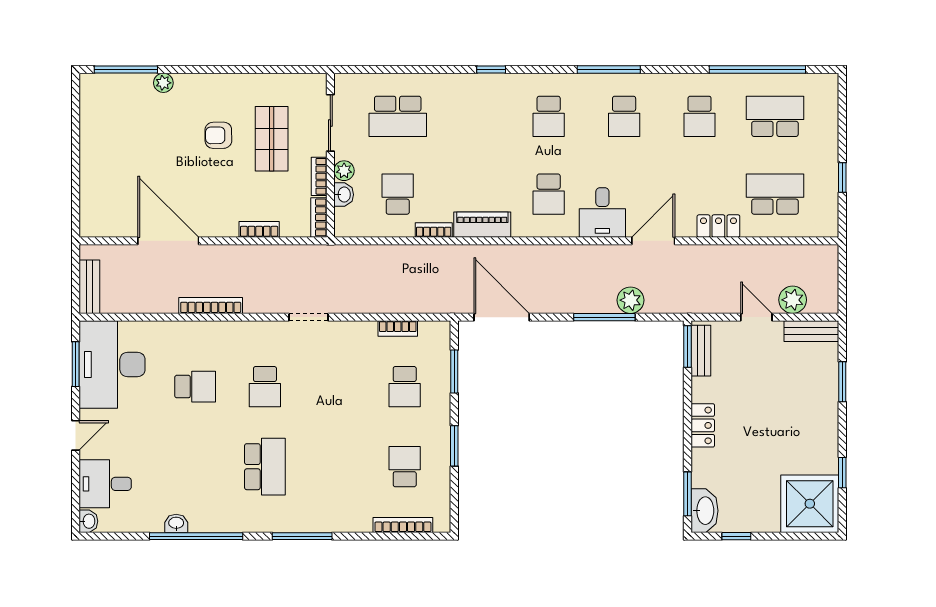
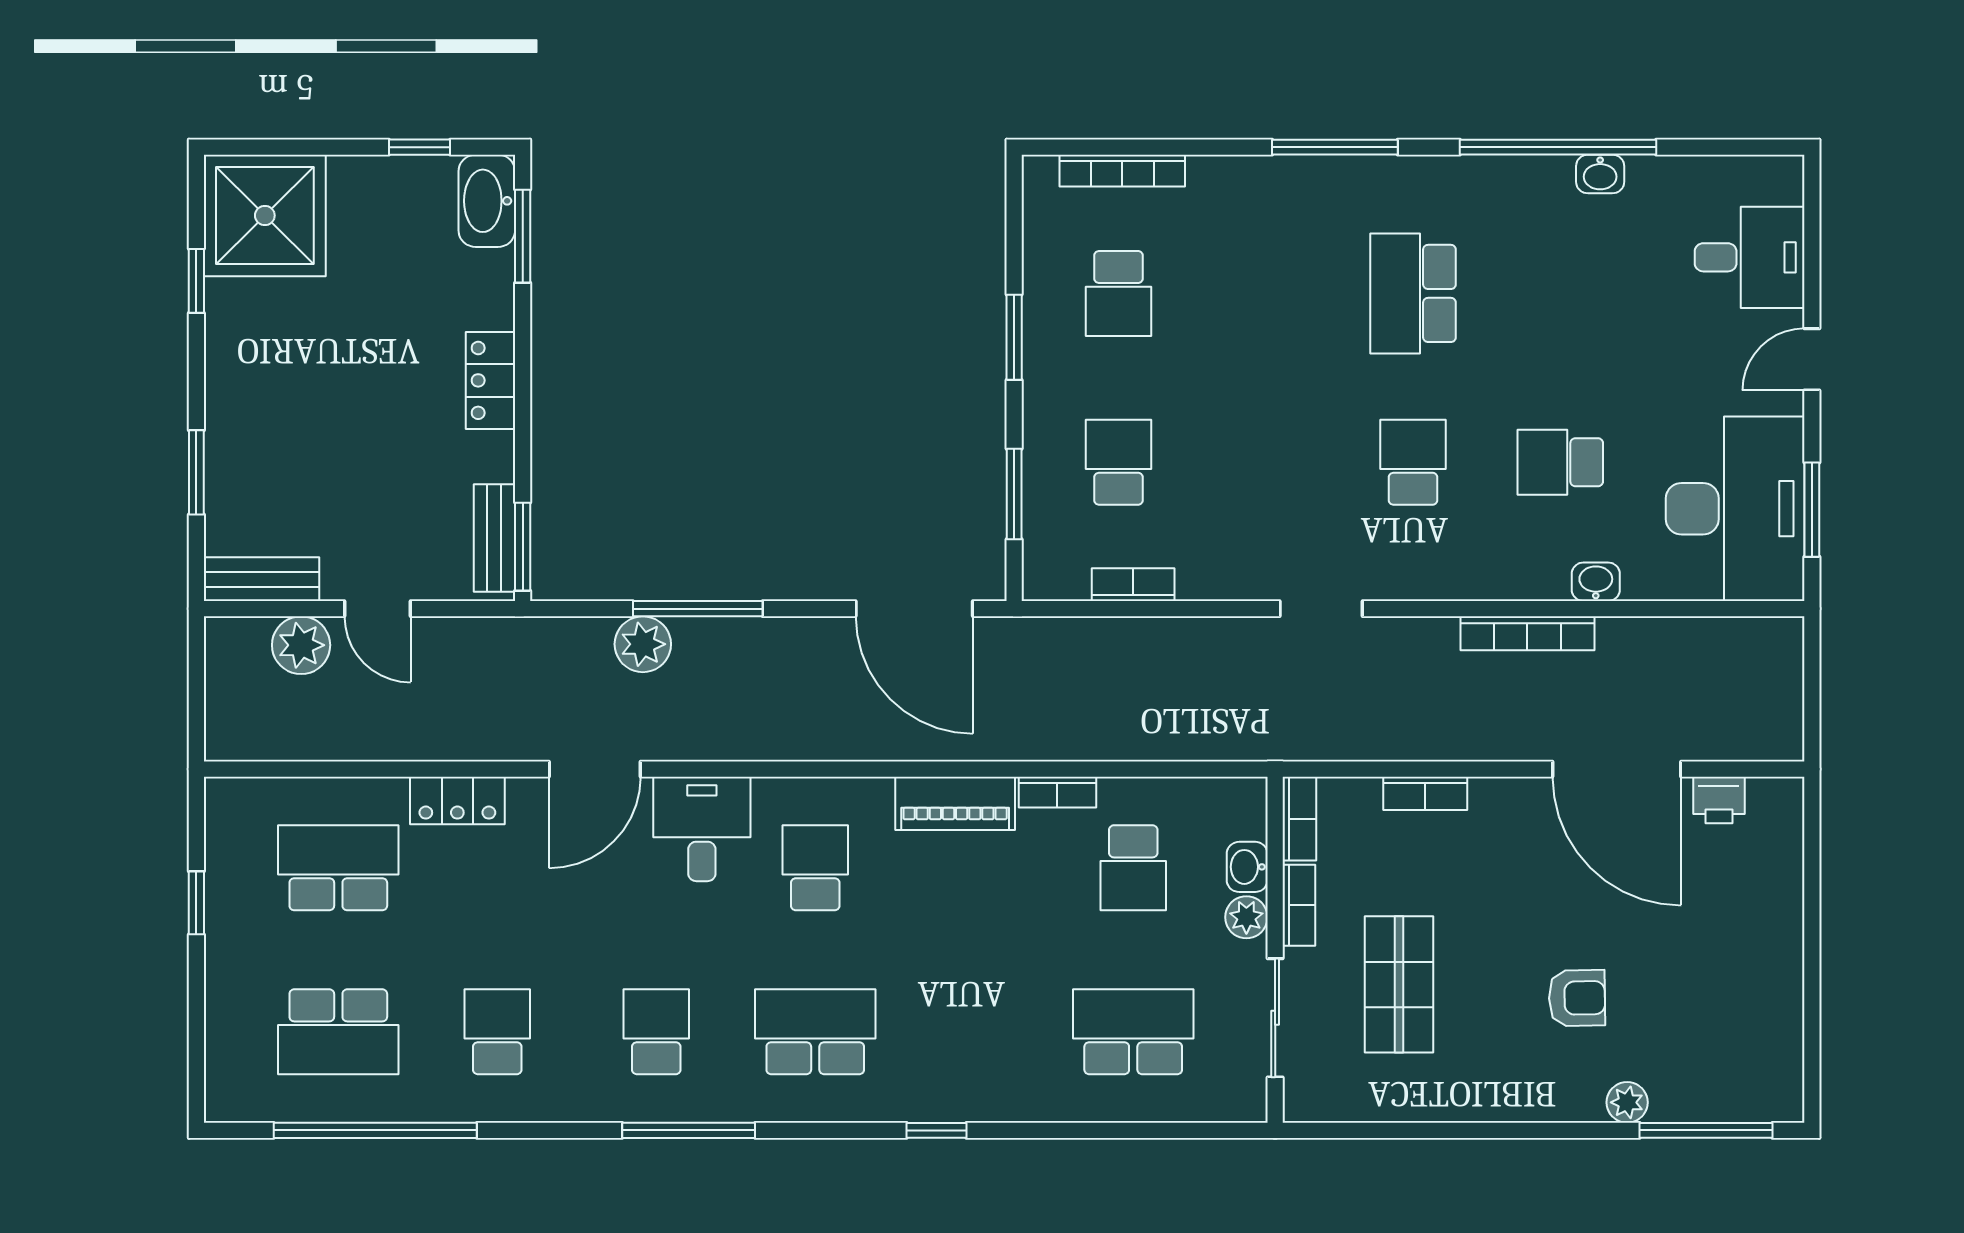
school desk: (549, 116) -> (815, 1032), width x1.85
armchair: (218, 135) -> (1577, 998), moved
school desk: (775, 194) -> (338, 868), turned 180
printer: (120, 226) -> (1719, 800), added
bench: (89, 287) -> (1783, 673), removed
washbasin: (88, 521) -> (1596, 582), moved, turned 90

